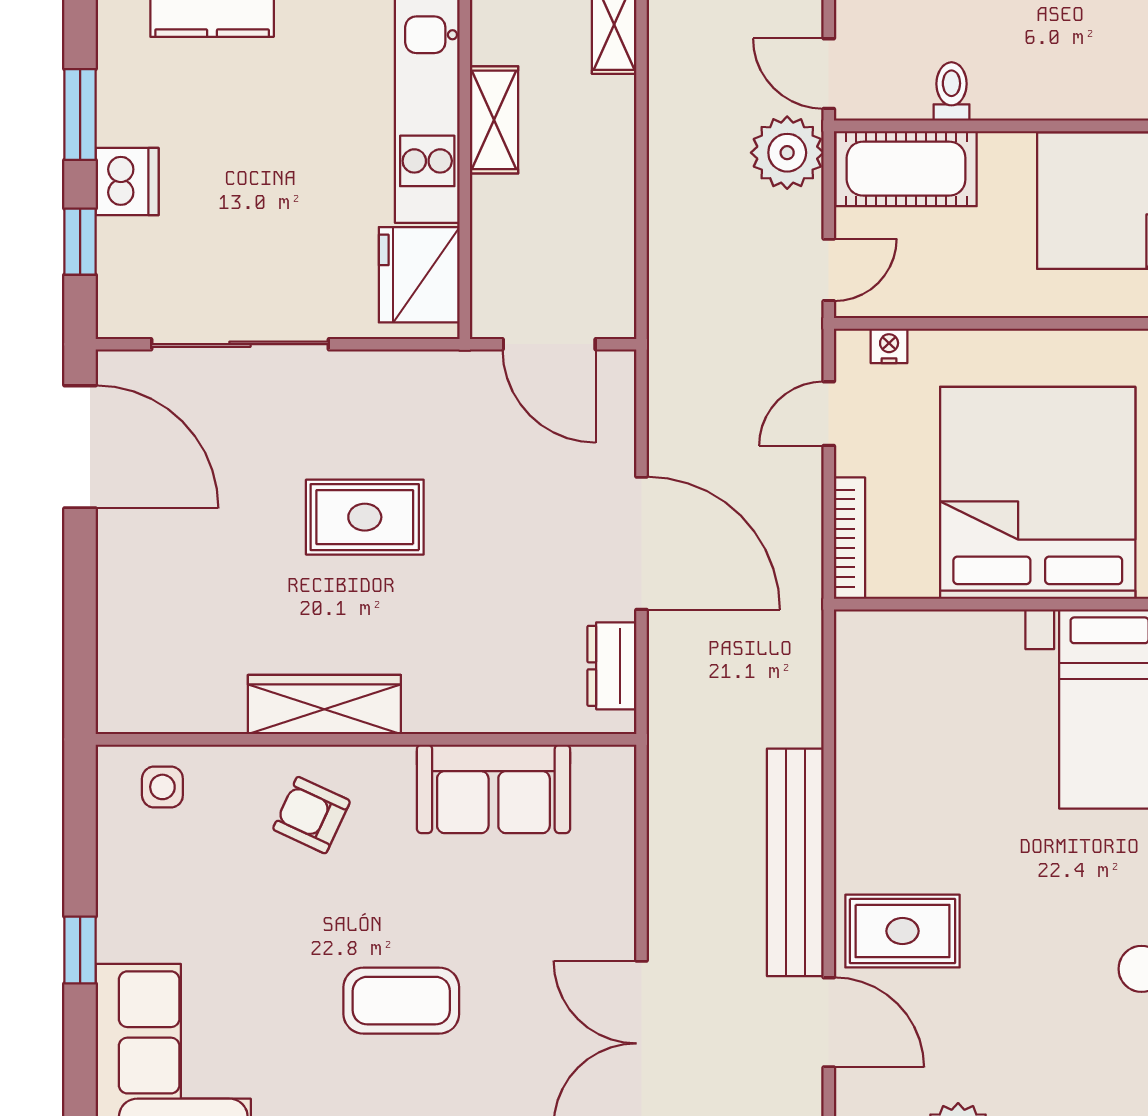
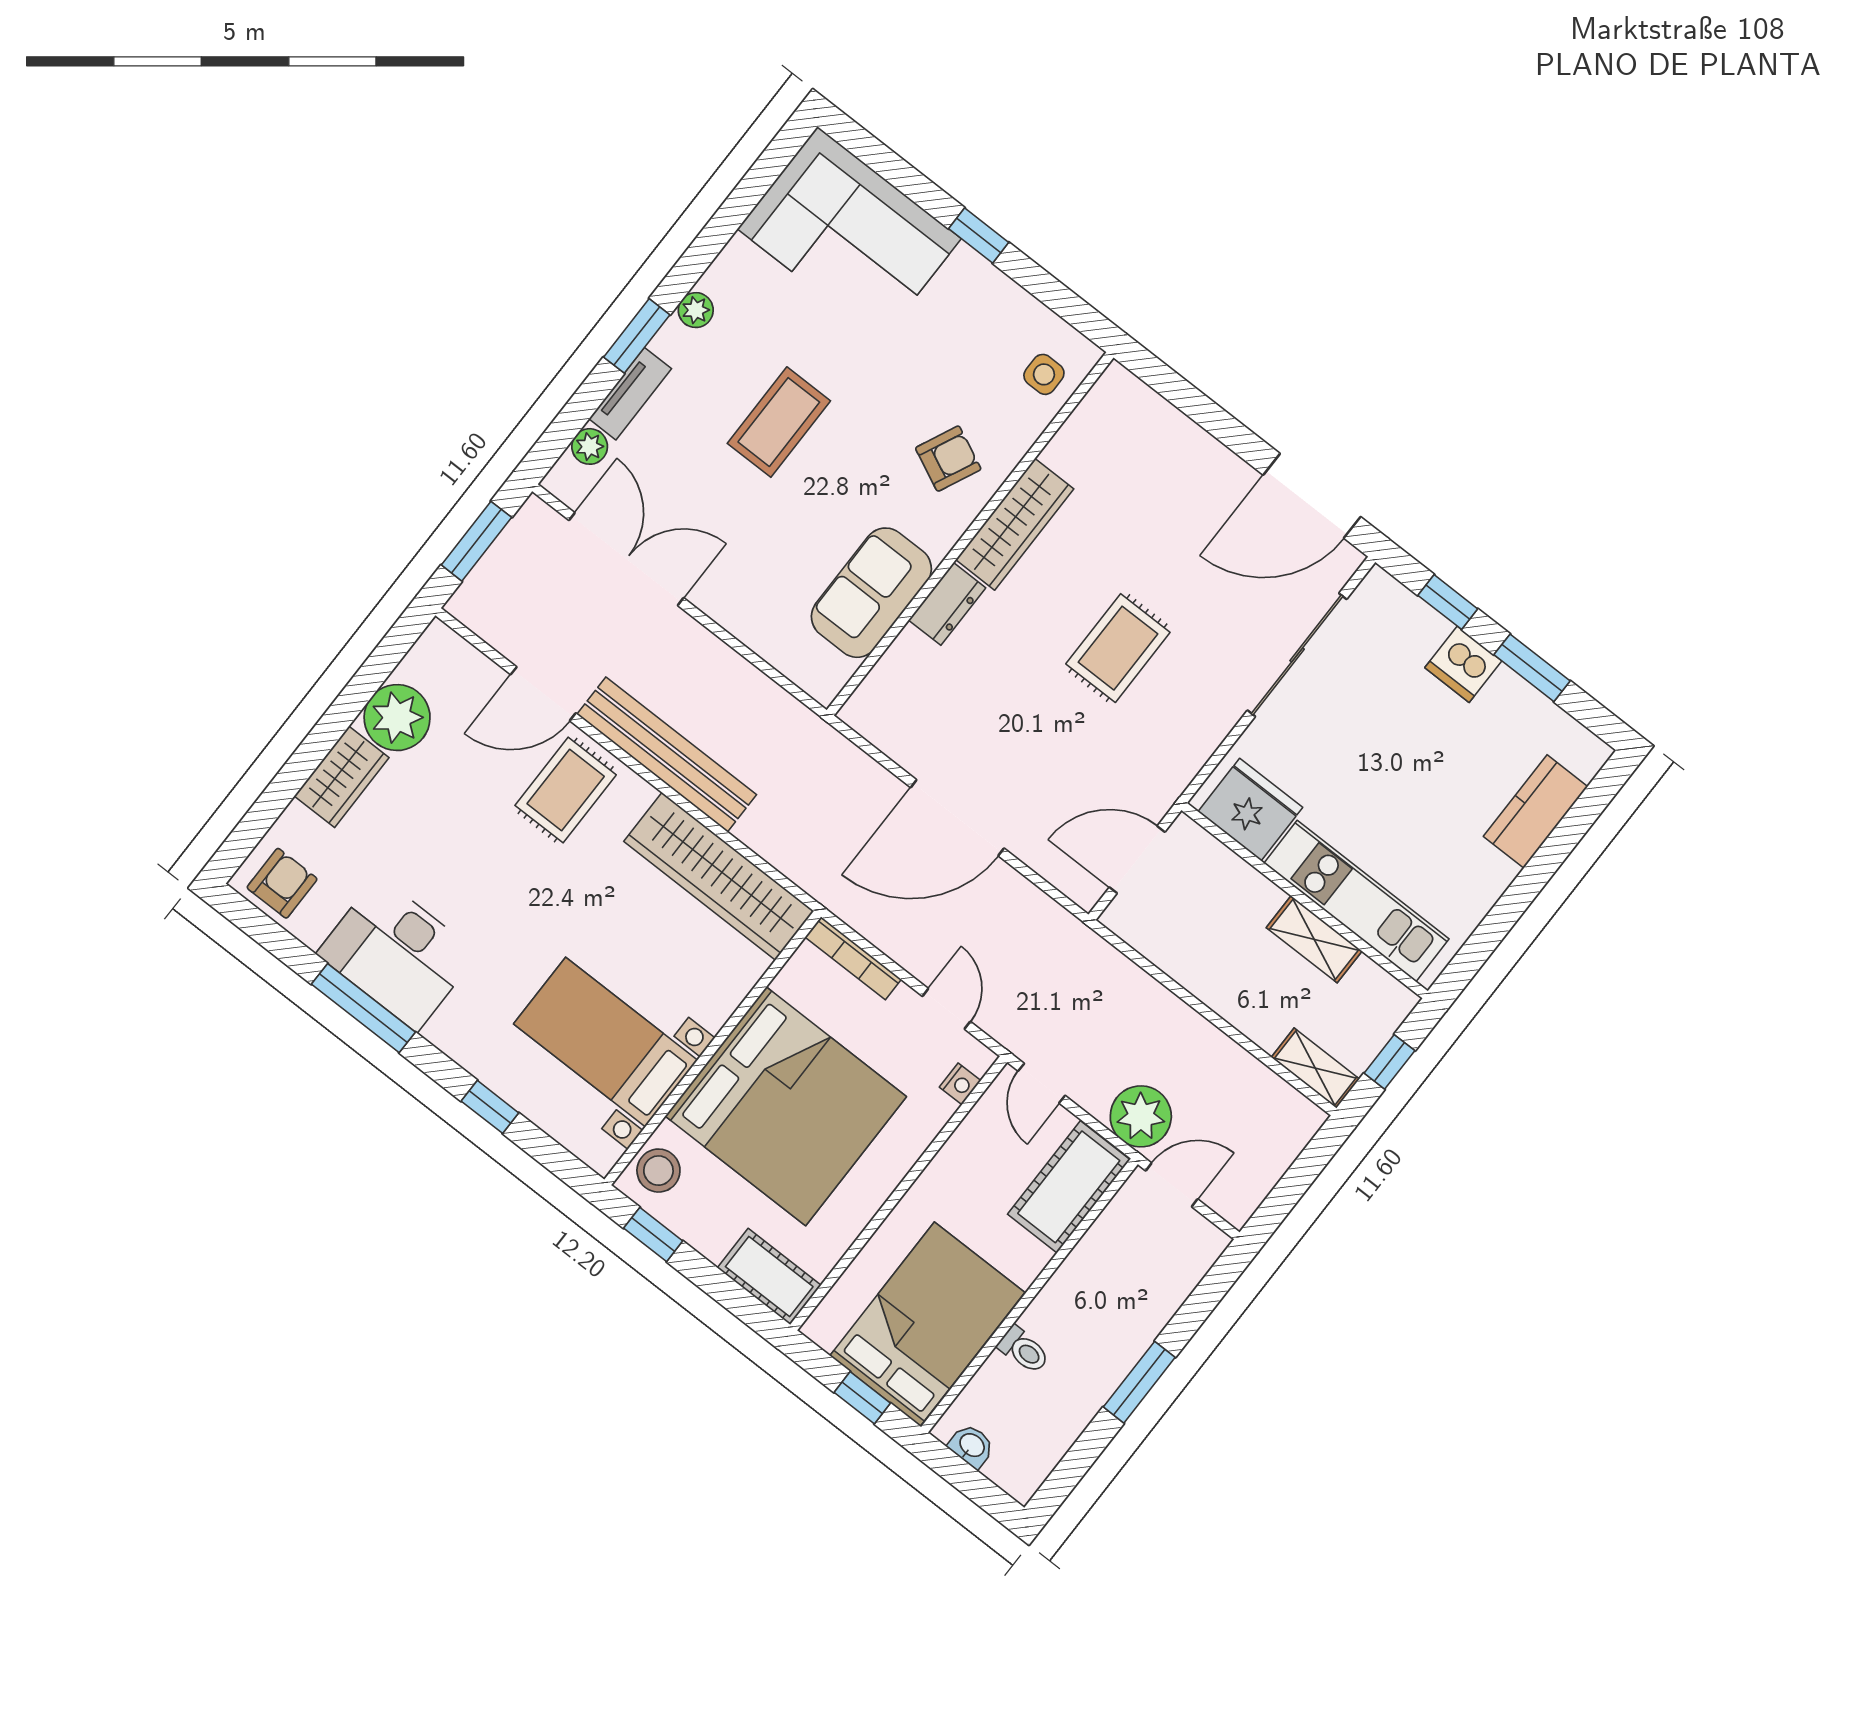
toilet: (951, 91) -> (1024, 1350), moved
dresser: (612, 666) -> (947, 604), moved, turned 90
wardrobe: (871, 724) -> (719, 876), added

